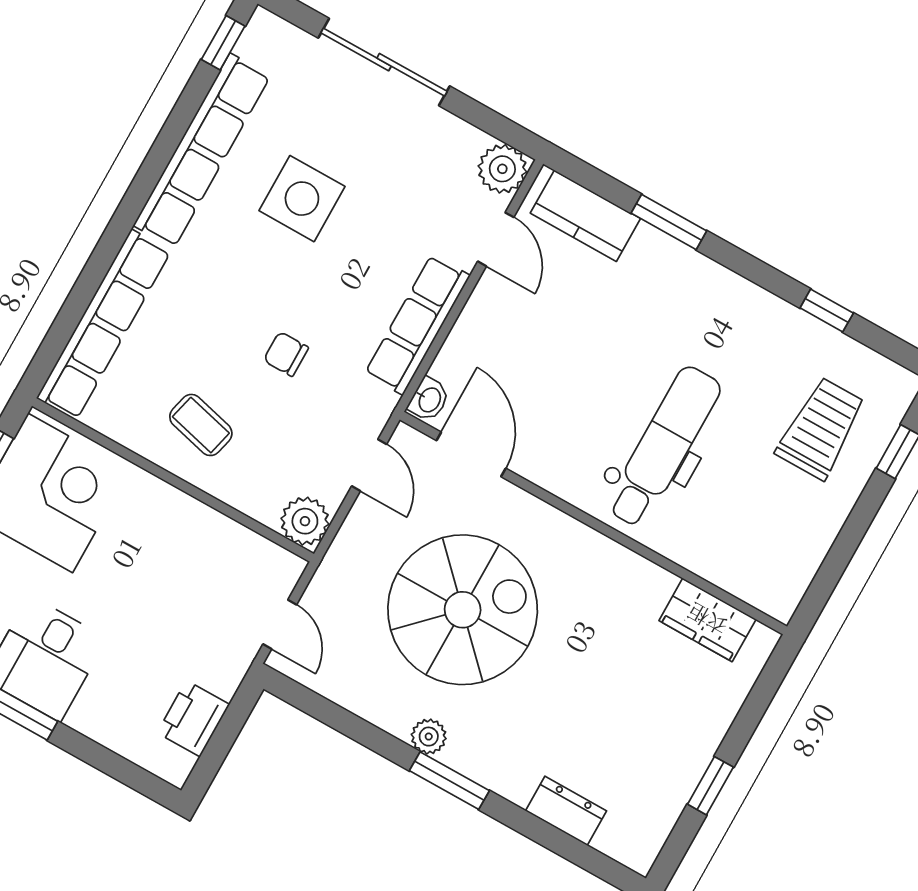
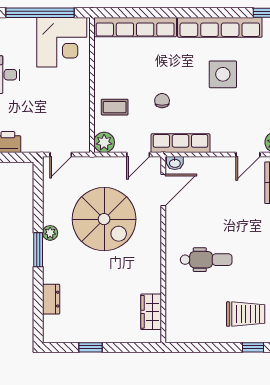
row of seats: (417, 325) -> (181, 143), moved
coffee table: (201, 425) -> (115, 107), moved, turned 76
dental chair: (664, 447) -> (206, 260), width x0.73, depth x0.72

